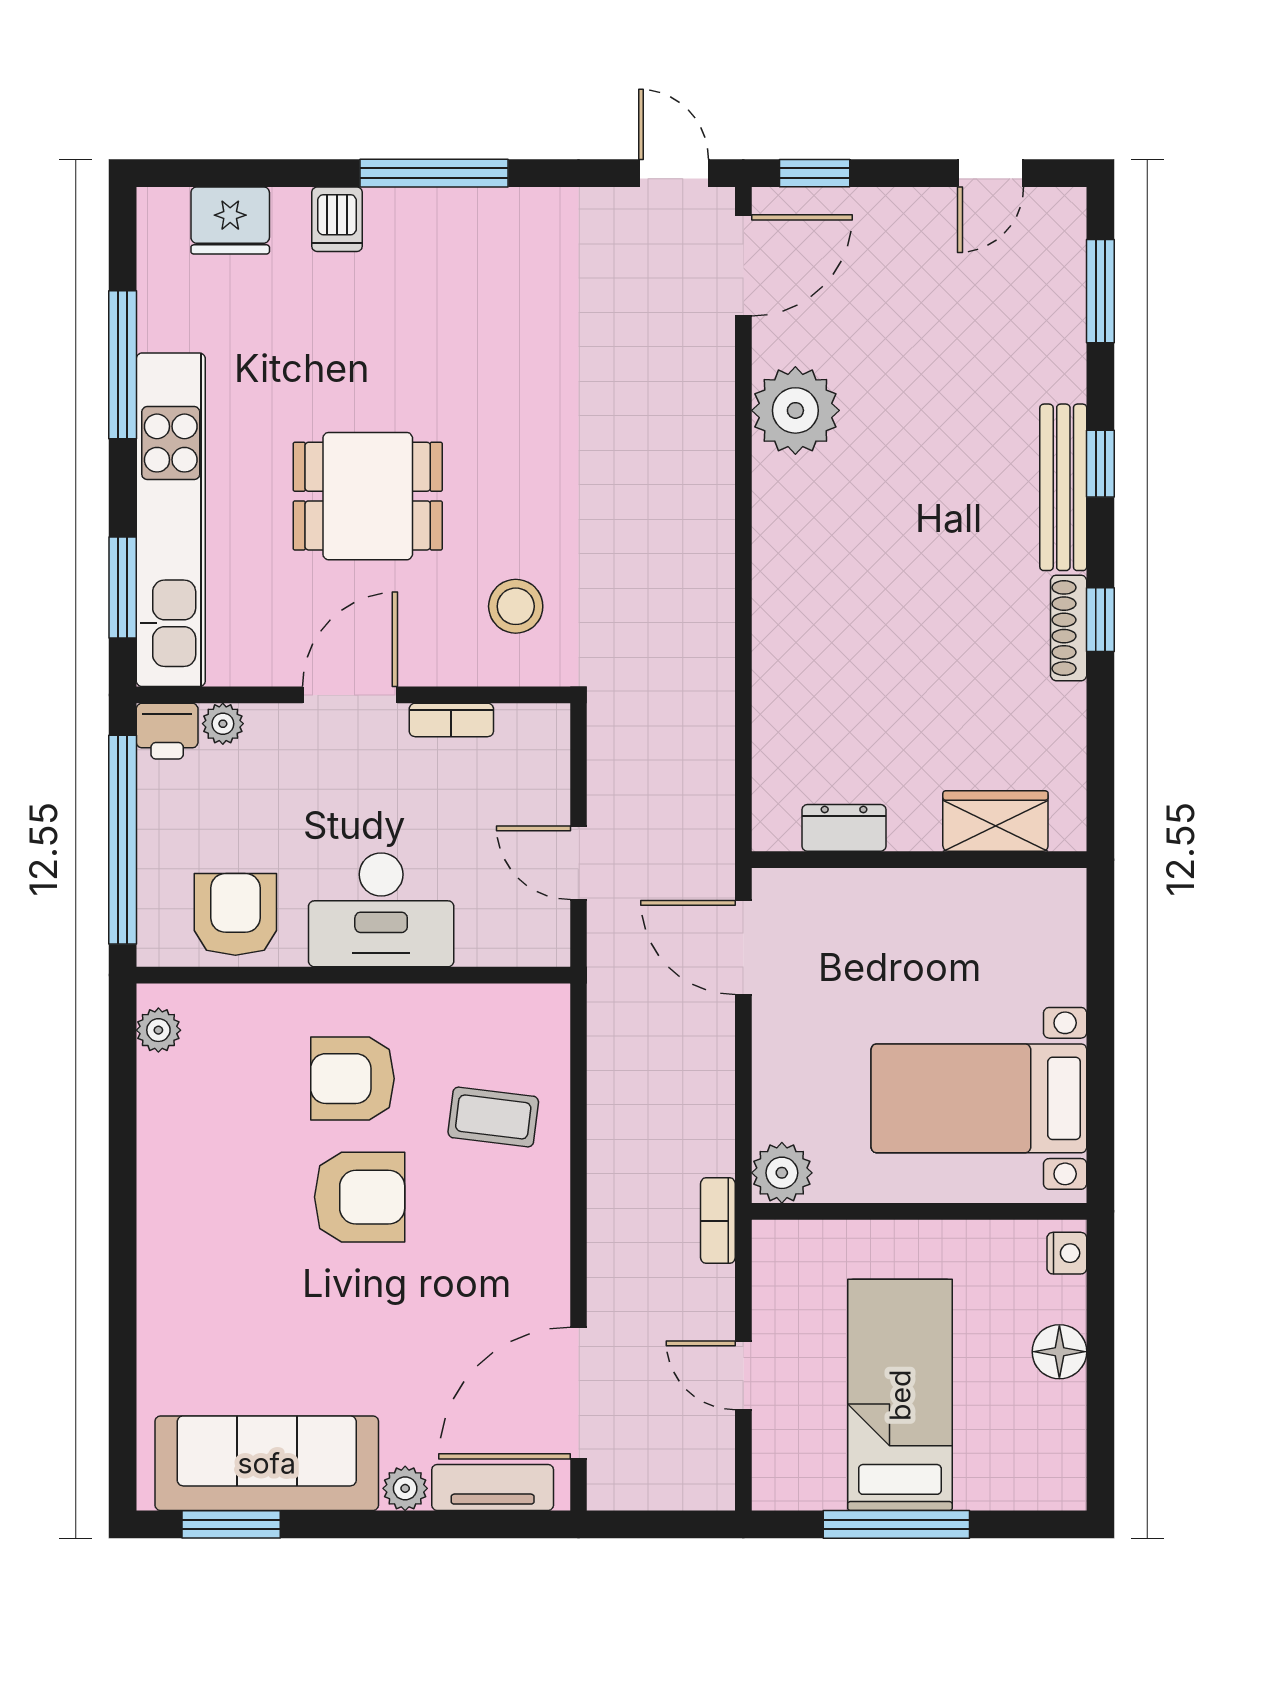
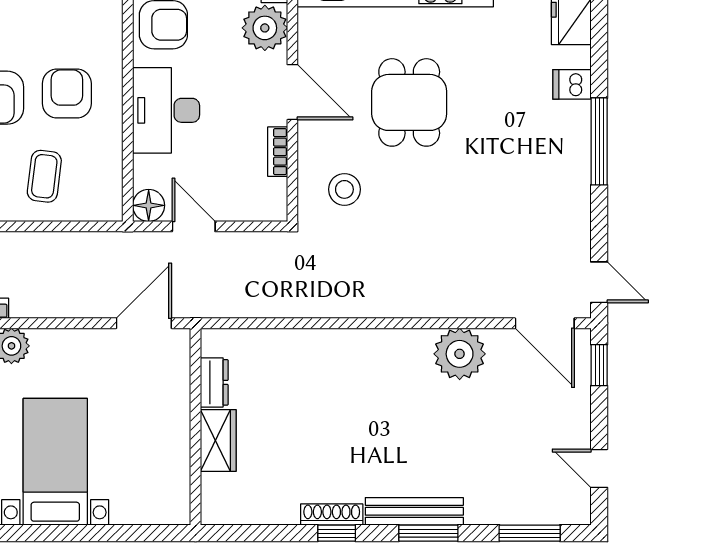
door: (674, 173) -> (599, 282), hinge flipped
window: (1100, 464) -> (428, 533), width x1.50
plant: (223, 724) -> (265, 28), width x1.87, depth x1.87
wardrobe: (995, 821) -> (218, 440), moved
door: (578, 863) -> (194, 226), hinge flipped
floor lamp: (543, 940) -> (149, 205), added

